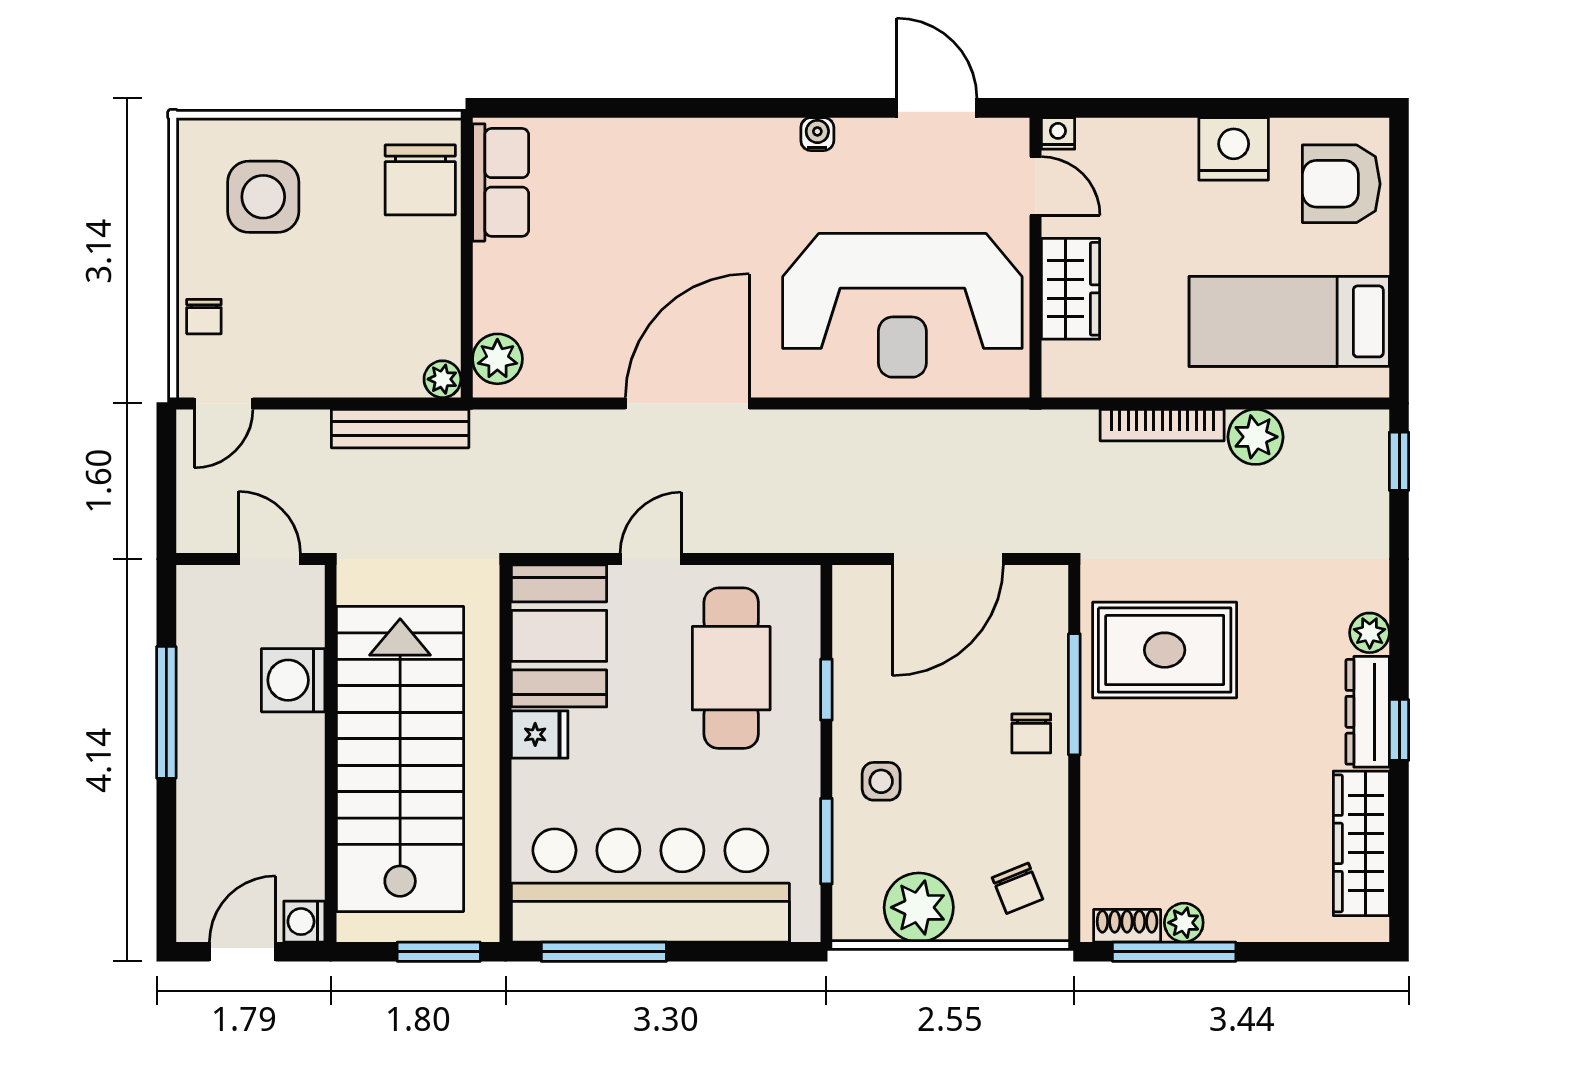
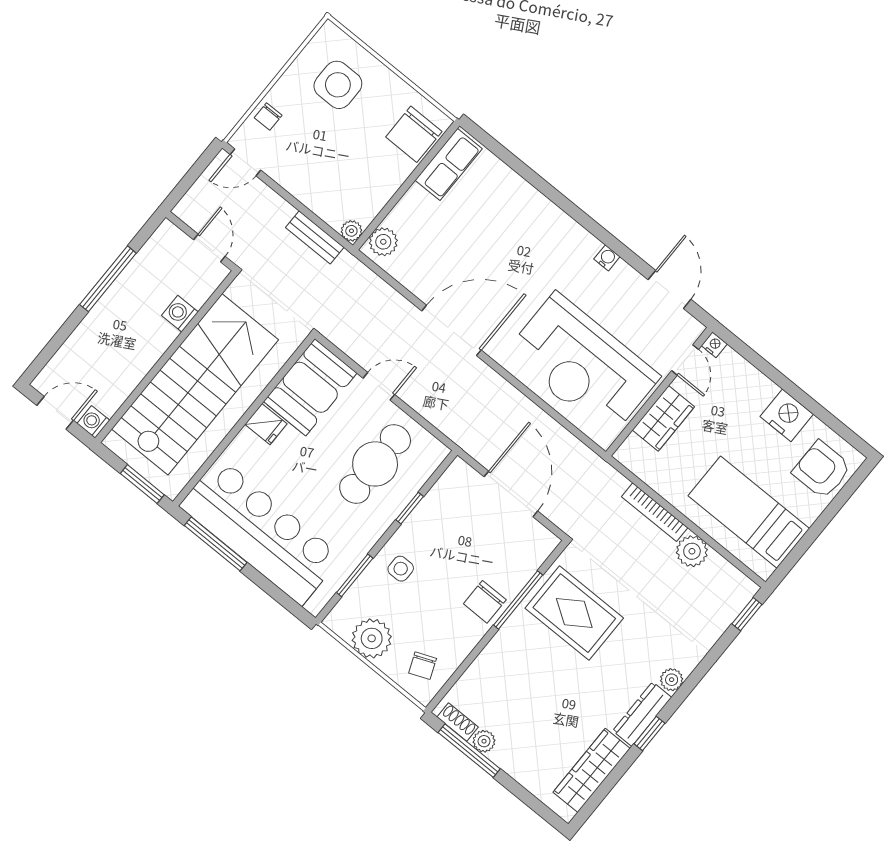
bench: (400, 429) -> (315, 237), width x0.73
door: (948, 559) -> (511, 494), swing flipped
washing machine: (293, 680) -> (180, 314), width x0.73, depth x0.73
chair: (1031, 733) -> (485, 602), width x1.37, depth x1.37

